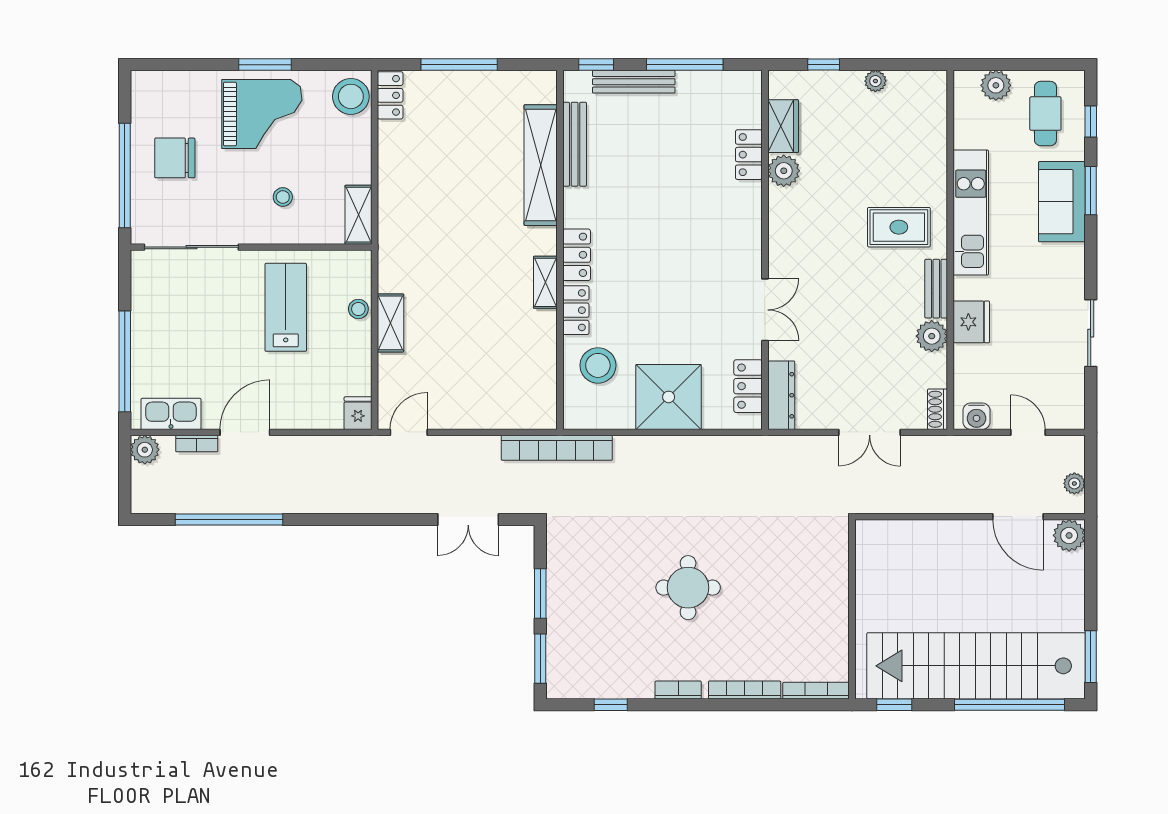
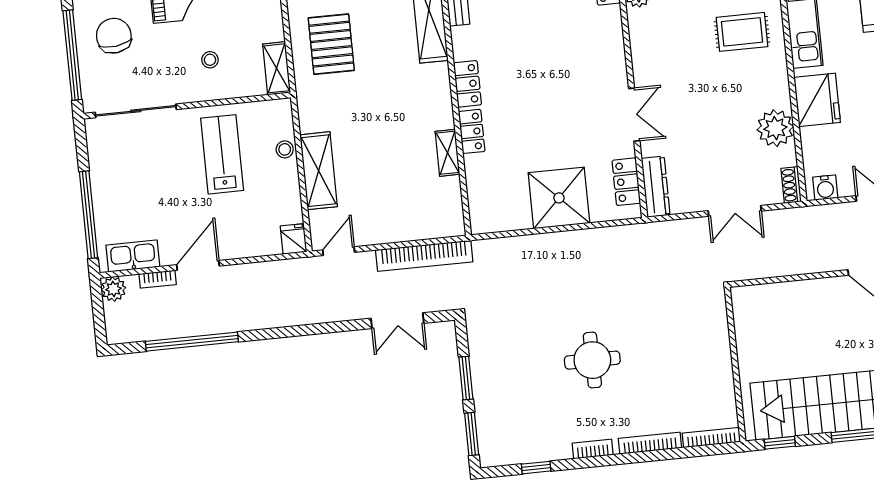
chair: (175, 158) -> (114, 36), turned 83
pallet: (424, 193) -> (331, 44), added
shelving: (545, 282) -> (447, 153), moved
bench: (936, 289) -> (779, 81), removed
fridge: (971, 322) -> (817, 100), width x1.36, depth x1.34
shelving: (391, 323) -> (319, 171), width x1.50, depth x1.33
plant: (932, 336) -> (775, 128), width x1.36, depth x1.36
stool: (598, 365) -> (495, 177), removed
bookcase: (557, 448) -> (424, 256), moved

